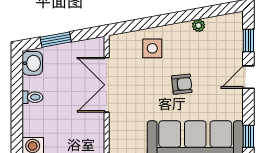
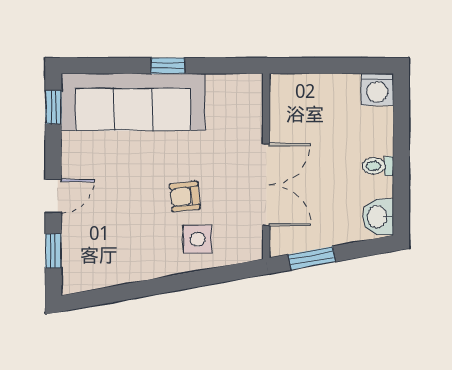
plant: (199, 26) -> (128, 274), removed
window: (56, 40) -> (312, 258), moved
armchair: (182, 84) -> (185, 196), moved

